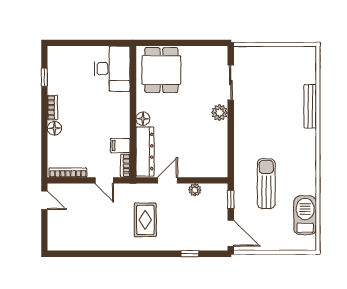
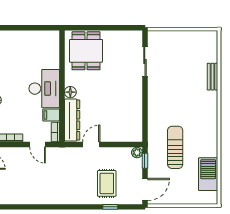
desk: (112, 69) -> (44, 89), moved
bench: (310, 106) -> (212, 77), width x0.73
plant: (220, 113) -> (135, 87), removed
plant: (195, 190) -> (137, 153), moved
rug: (145, 220) -> (107, 183), moved
door: (231, 233) -> (145, 189), hinge flipped

